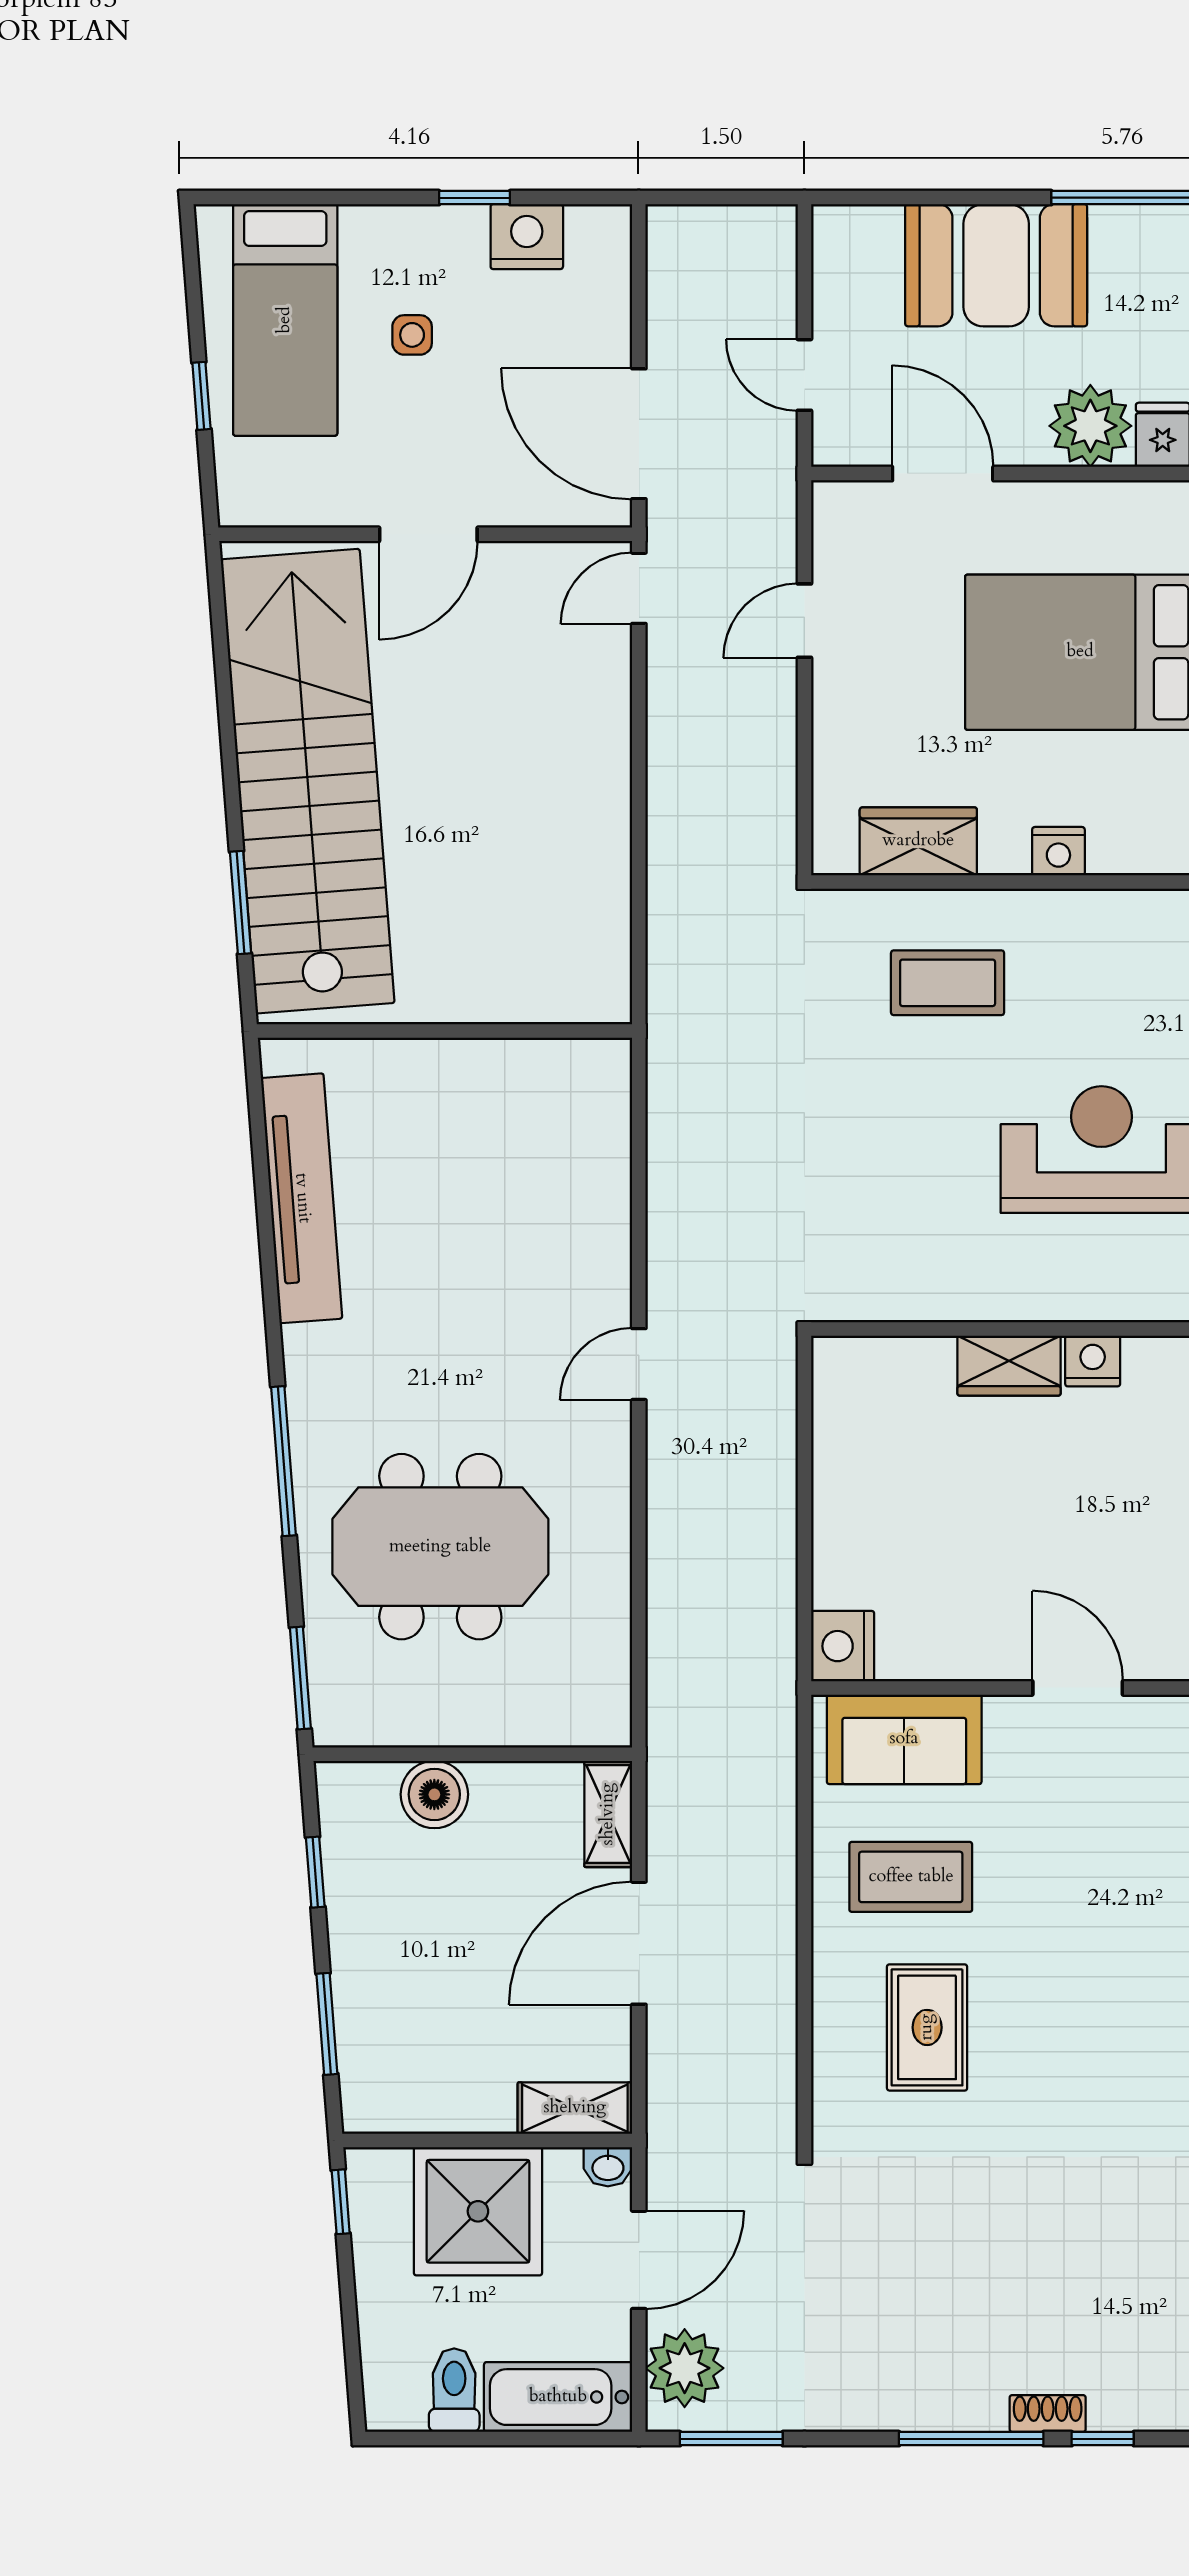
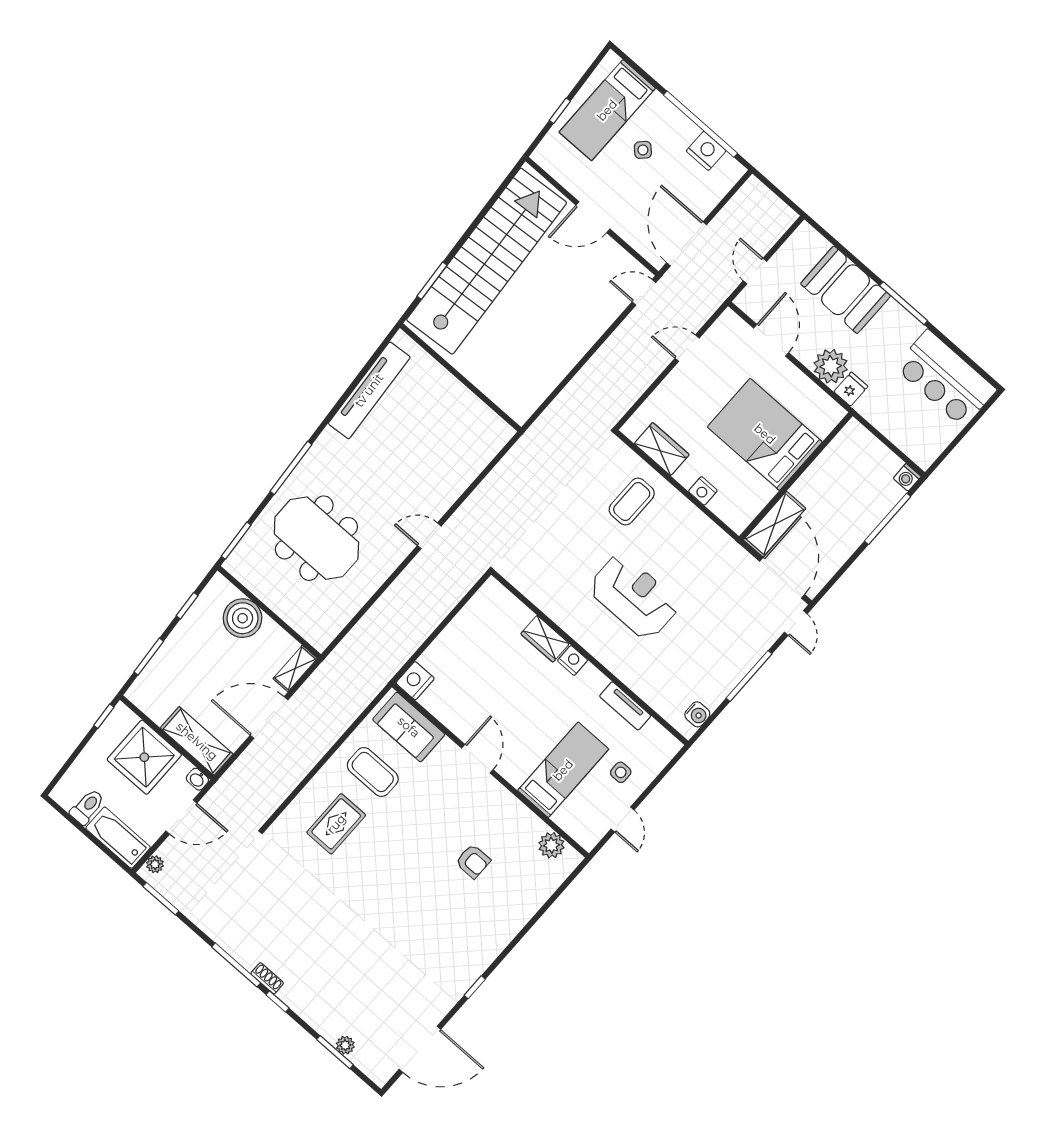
window: (475, 198) -> (701, 124), width x3.17
side table: (412, 335) -> (643, 150), turned 45
coffee table: (948, 983) -> (632, 502), turned 90
boiler: (434, 1794) -> (243, 618), width x1.37, depth x1.37
shelving: (575, 2108) -> (197, 741), width x1.50, depth x1.33
plant: (685, 2368) -> (155, 864), width x0.53, depth x0.53

